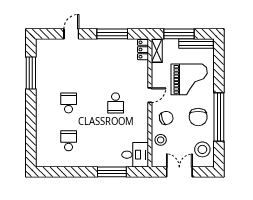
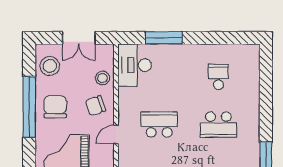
school desk: (69, 103) -> (218, 125), width x1.85
school desk: (116, 103) -> (159, 125), width x1.85
school desk: (69, 141) -> (218, 77), turned 180
desk: (135, 155) -> (135, 65), width x1.37

